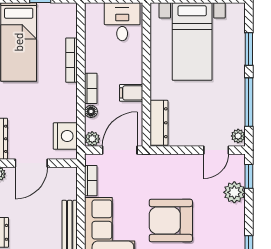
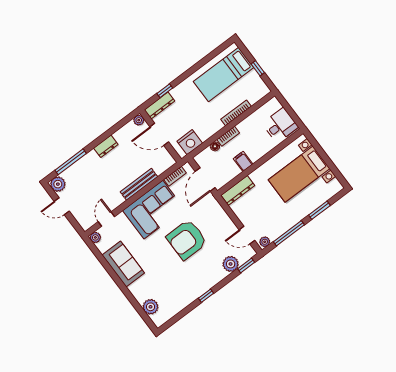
plant: (92, 139) -> (200, 159), removed
door: (120, 150) -> (205, 180), swing flipped
armchair: (171, 221) -> (187, 240), turned -90

